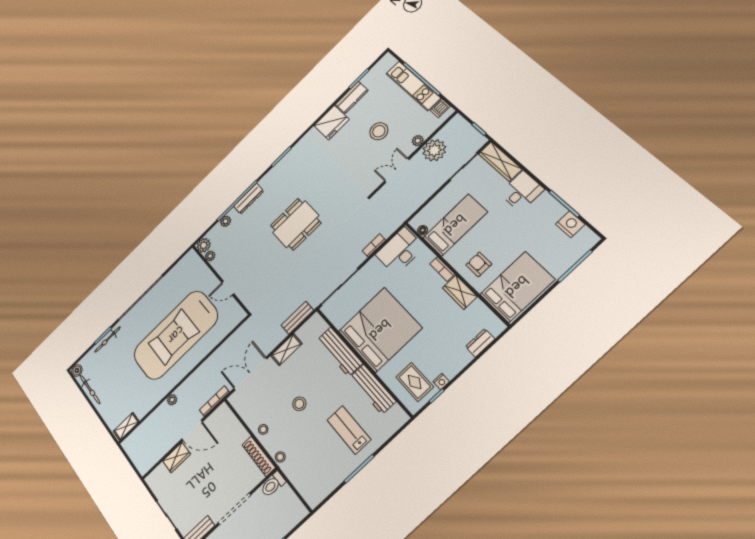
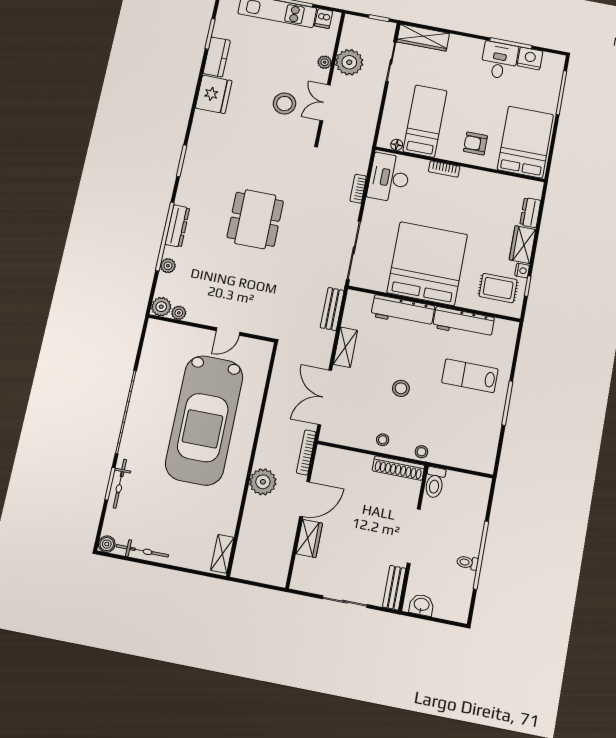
stool: (379, 131) -> (284, 104), moved
desk: (522, 191) -> (499, 60), moved
wardrobe: (460, 292) -> (522, 245), moved, turned 90
plant: (172, 400) -> (263, 482), width x1.87, depth x1.87

